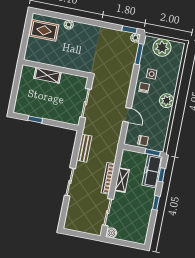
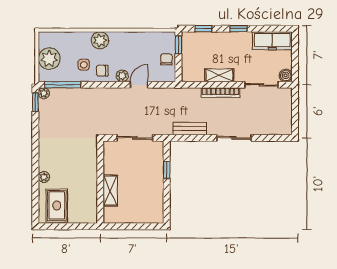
window: (139, 54) -> (63, 85), width x1.44
plant: (167, 101) -> (100, 40), moved
plant: (137, 103) -> (122, 76), added
window: (35, 119) -> (167, 170), moved
freezer: (152, 171) -> (272, 41), moved

